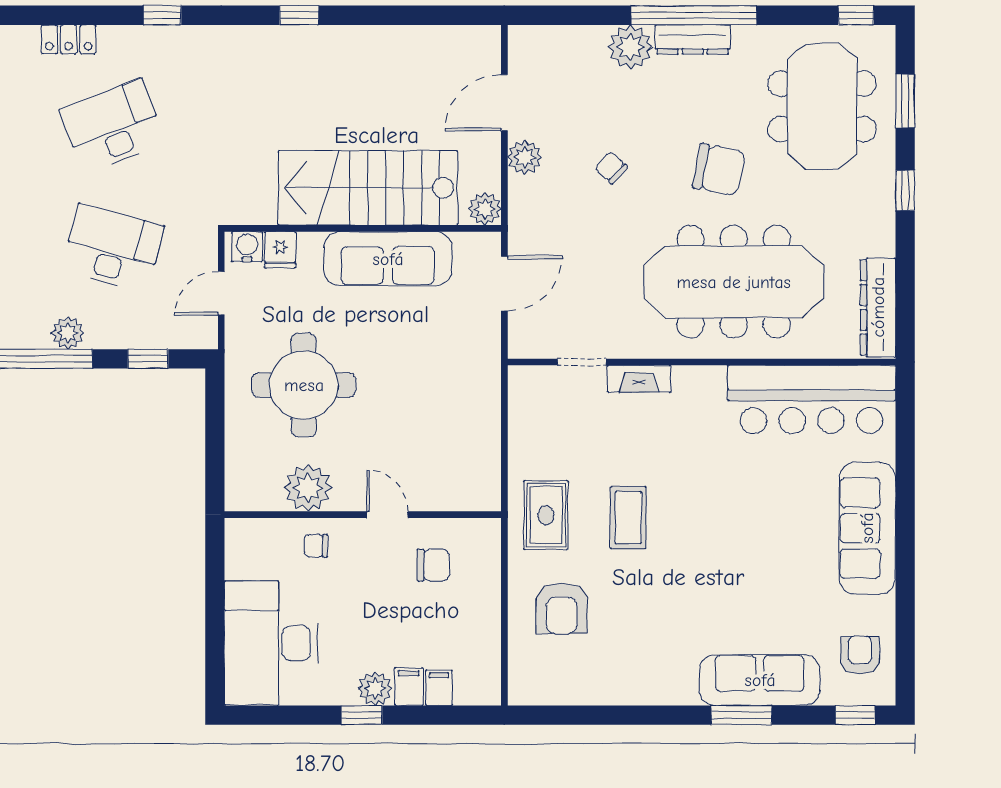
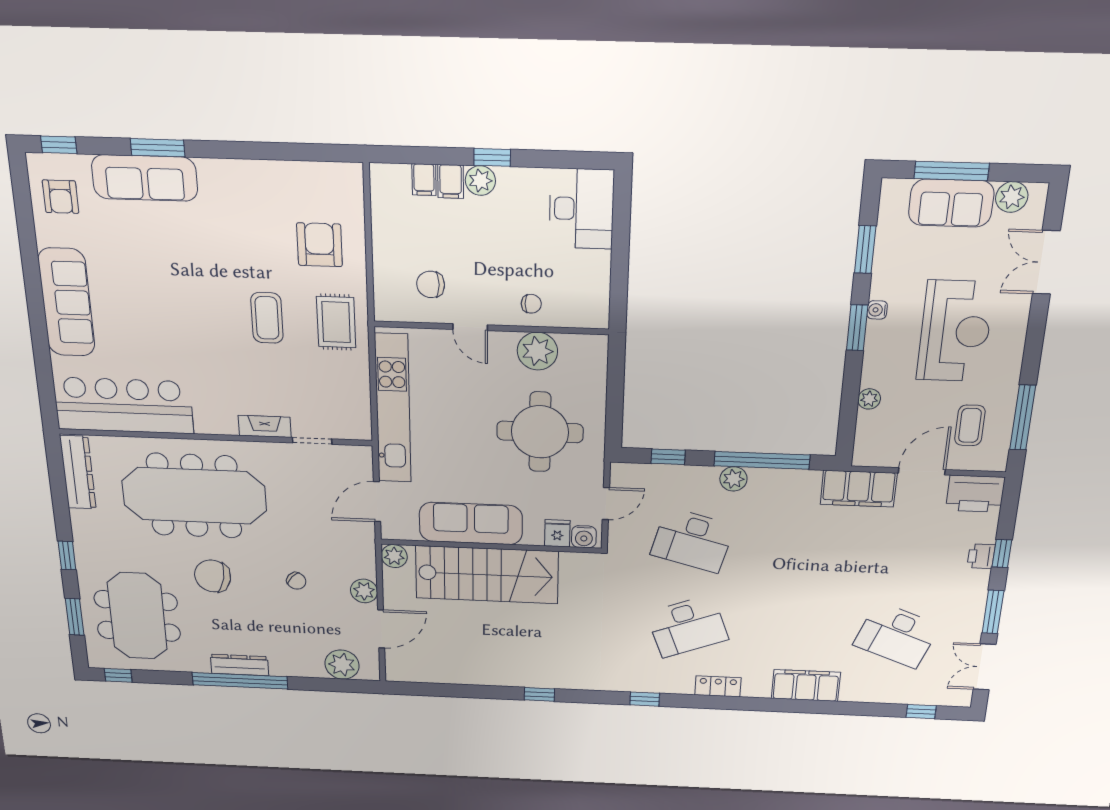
plant: (630, 47) -> (342, 665), moved
kitchen unit: (481, 408) -> (393, 409), added
desk: (271, 643) -> (581, 209), width x0.73, depth x0.77

